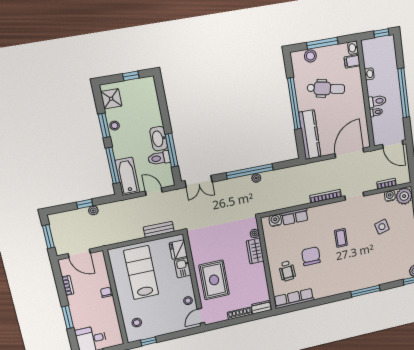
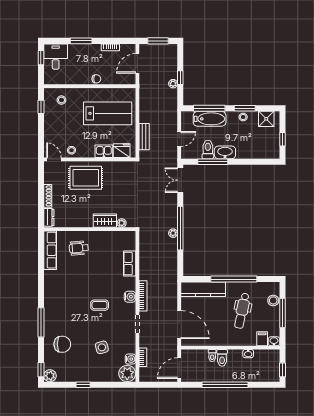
bathtub: (127, 176) -> (210, 119), moved
water cooler: (275, 220) -> (130, 297), moved
chair: (311, 256) -> (62, 344), moved

